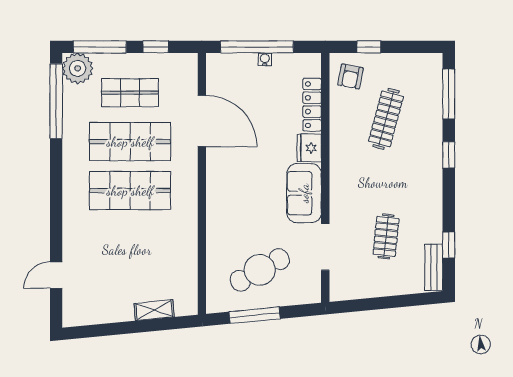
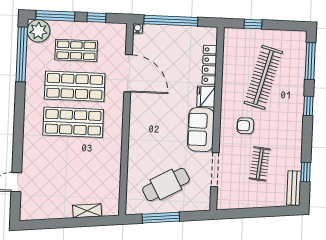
water cooler: (265, 59) -> (138, 28), moved
armchair: (350, 76) -> (245, 126), moved, turned 79
clothes rail: (386, 119) -> (263, 77), width x1.37, depth x1.31

